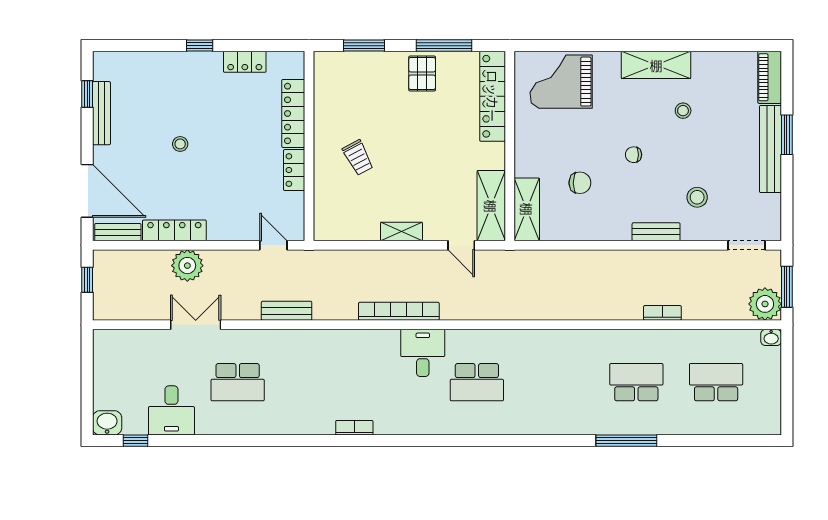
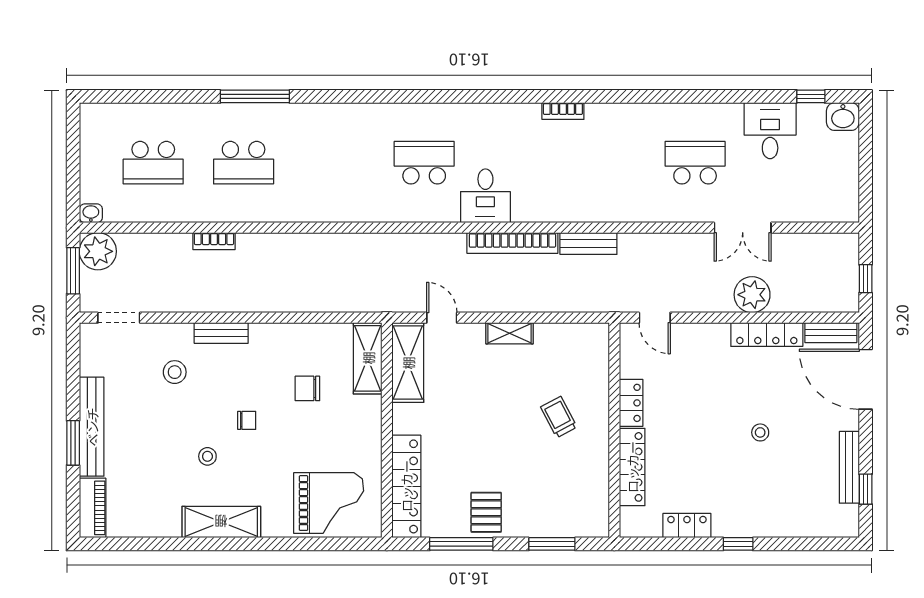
stool: (683, 111) -> (207, 456), moved
bench: (287, 311) -> (588, 244), moved

